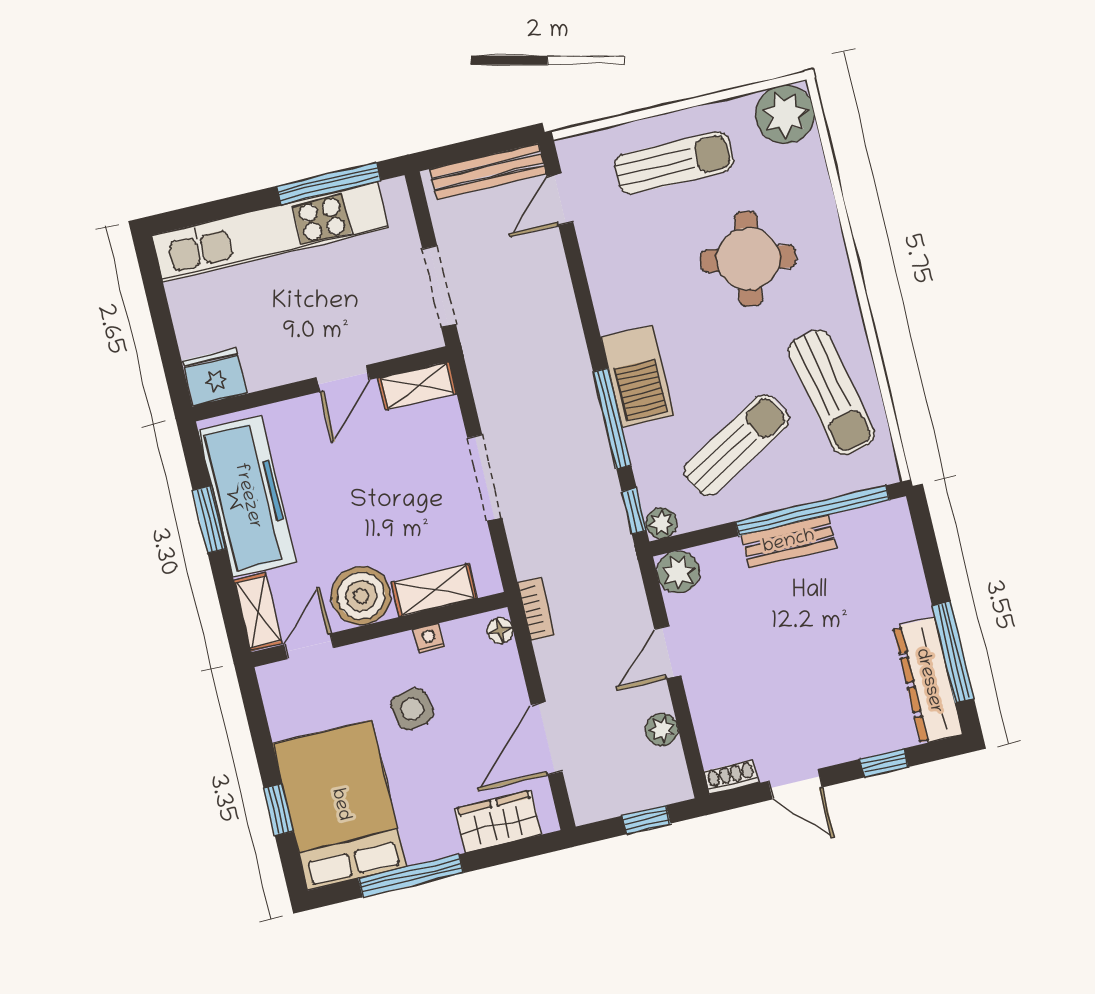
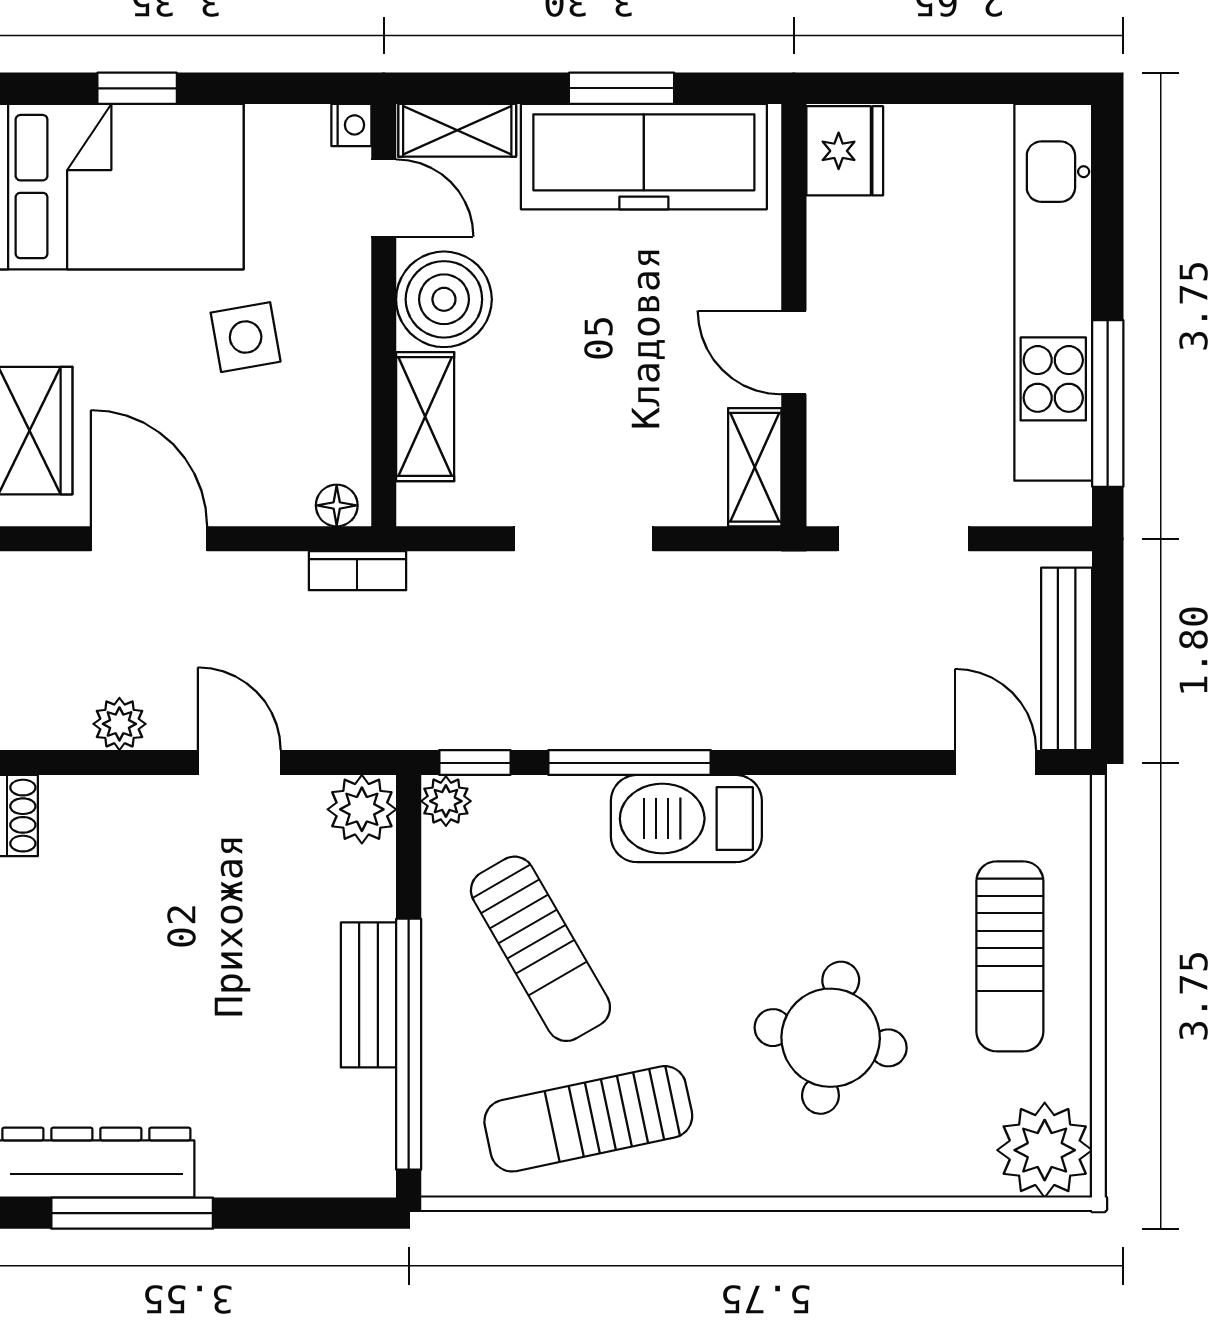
nightstand: (429, 638) -> (351, 125), moved

